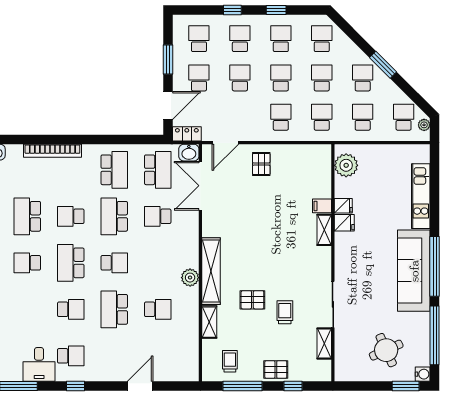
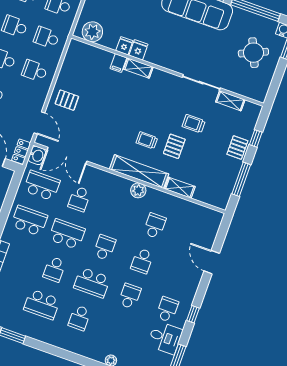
school desk: (114, 216) -> (67, 234), turned 180
school desk: (114, 309) -> (142, 261), width x0.54
trolley: (230, 361) -> (147, 140), moved

